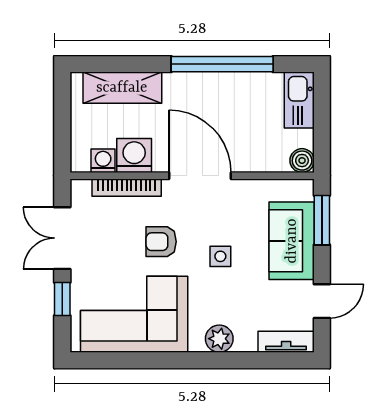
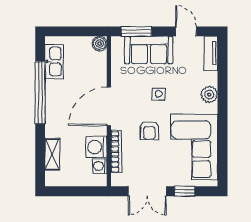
shelving: (122, 88) -> (52, 154), width x0.67, depth x0.75
kitchen sink: (299, 100) -> (54, 61), moved, turned -90

